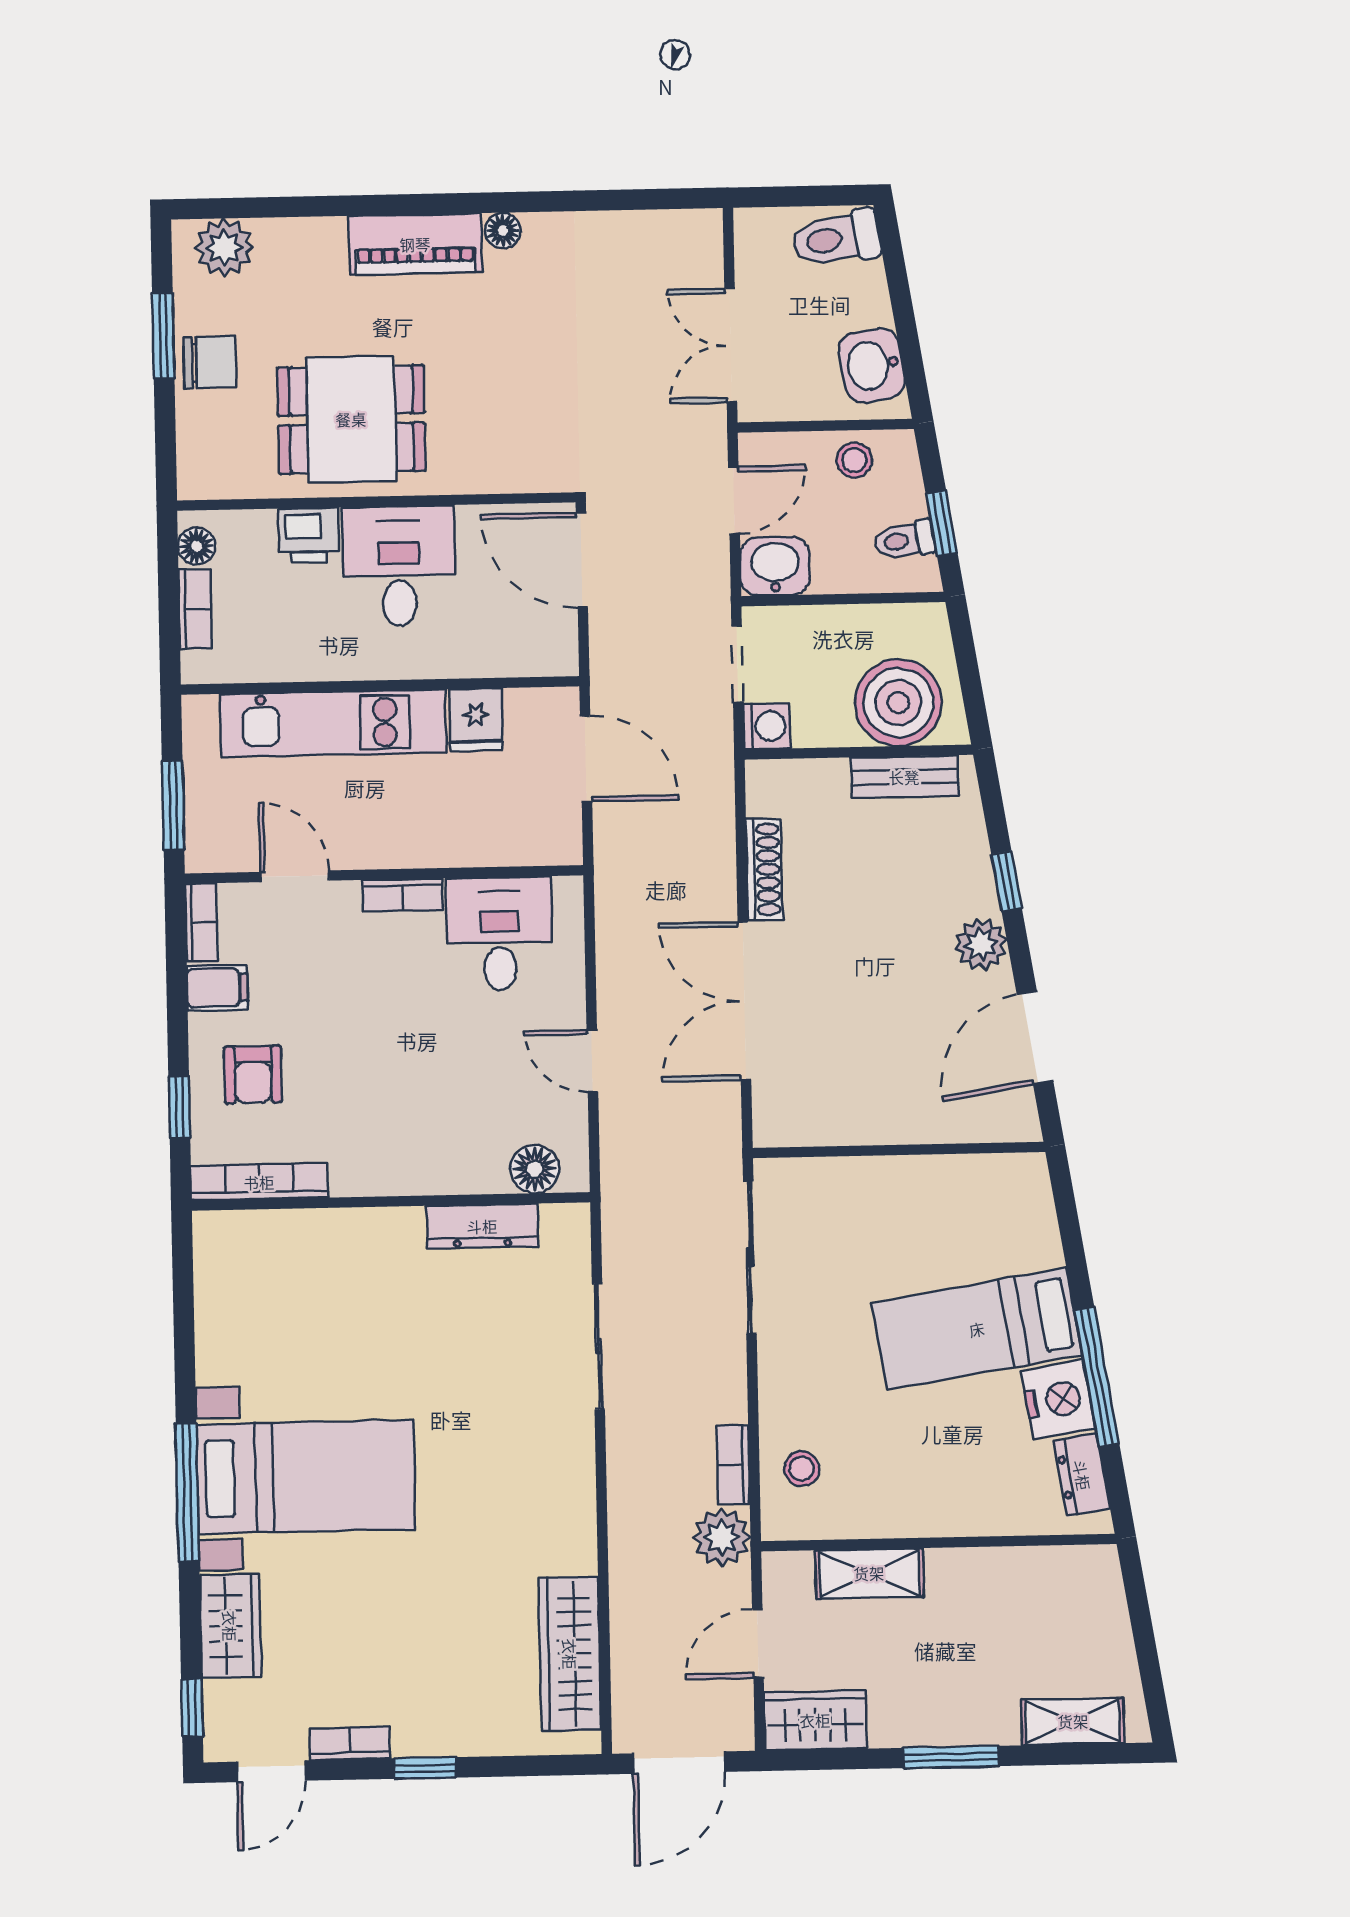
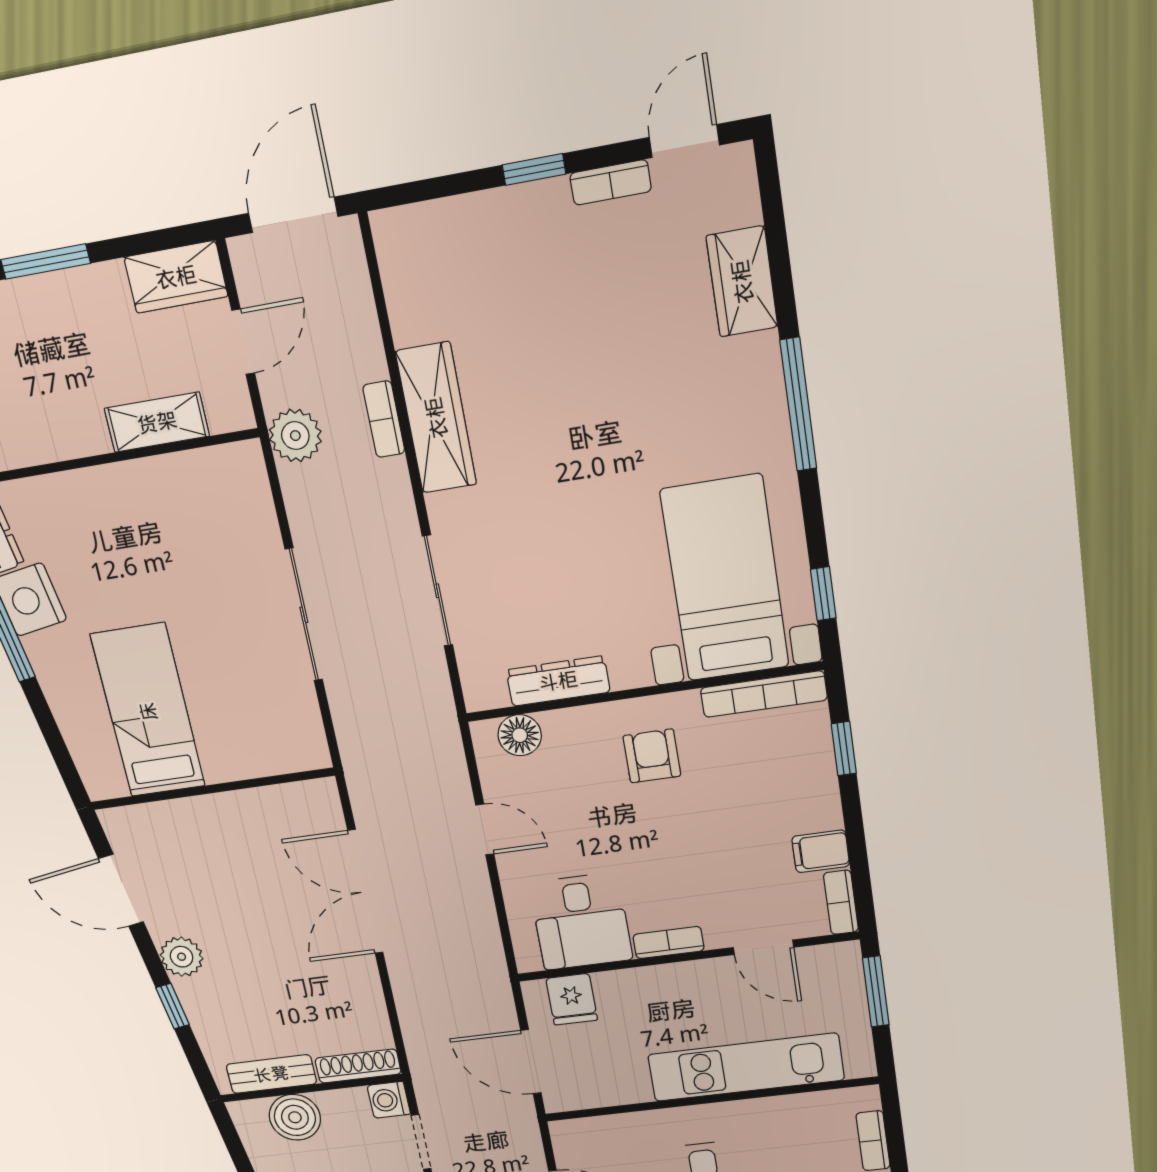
boiler: (898, 703) -> (295, 1117), width x0.73, depth x0.73
fridge: (476, 720) -> (572, 999), moved, turned 180
shoe rack: (764, 869) -> (358, 1066), moved, turned 90
double door: (744, 1001) -> (365, 892), swing flipped
door: (1035, 1038) -> (121, 890), swing flipped
armchair: (253, 1075) -> (652, 756), moved
sliding door: (750, 1257) -> (304, 615), moved
bed: (977, 1329) -> (148, 711), moved, turned -81
bookcase: (733, 1465) -> (384, 419), moved, turned 180
stool: (802, 1469) -> (237, 508), removed
bed with nightstands: (306, 1477) -> (725, 579), moved, turned 90
wardrobe: (570, 1654) -> (436, 418), moved
window: (192, 1708) -> (823, 594), moved

